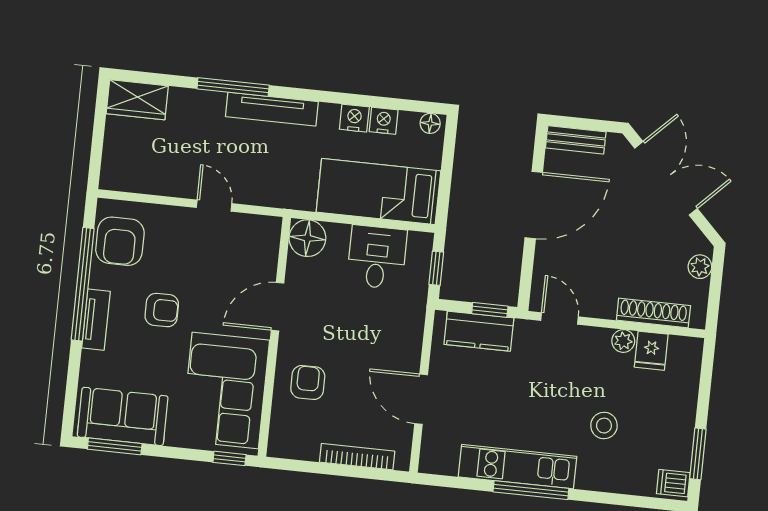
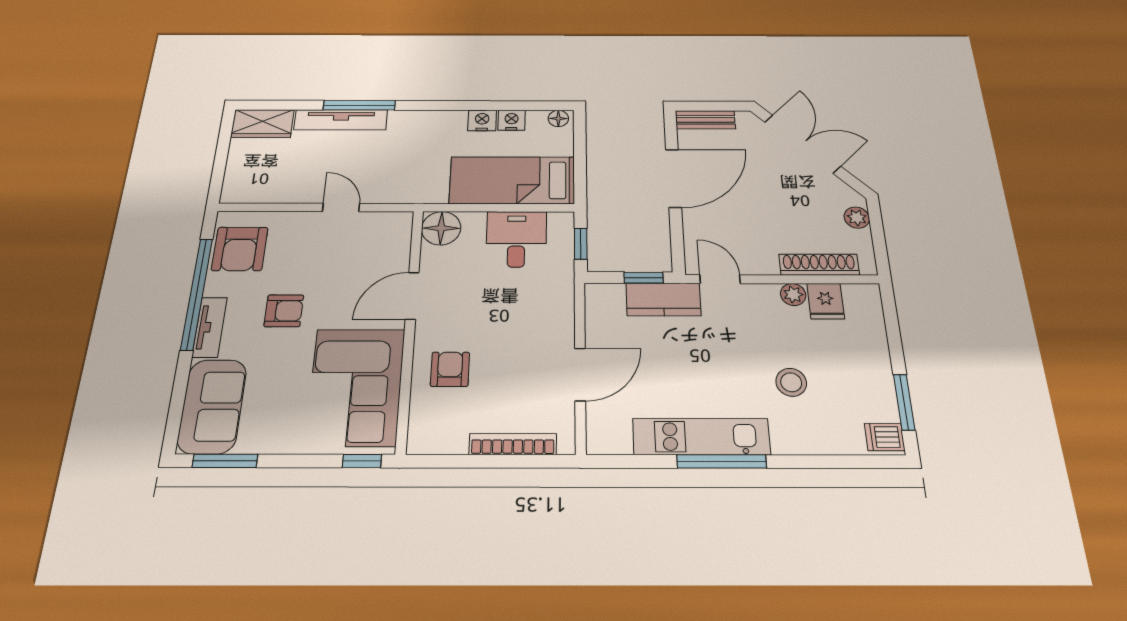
tv unit: (272, 109) -> (341, 120), moved
kitchen counter: (479, 331) -> (663, 299), moved
door: (421, 399) -> (580, 374), swing flipped
sofa: (123, 416) -> (212, 406), moved, turned 90

